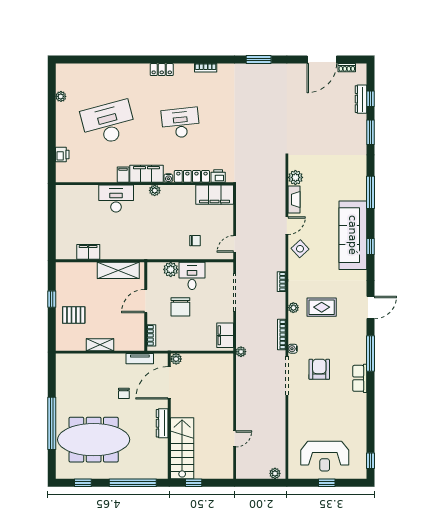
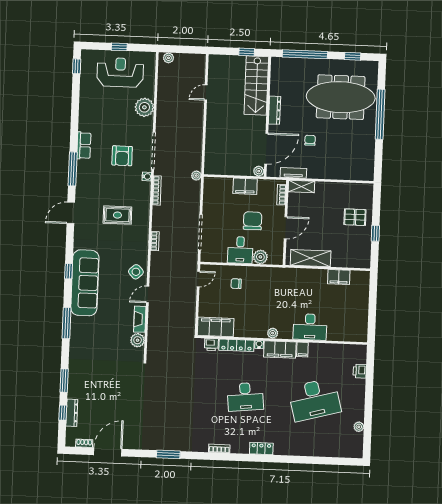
plant: (293, 308) -> (144, 107), moved, width x1.87, depth x1.87
filing cabinet: (225, 335) -> (245, 186), moved, turned 90
shelving: (100, 345) -> (301, 186), moved

